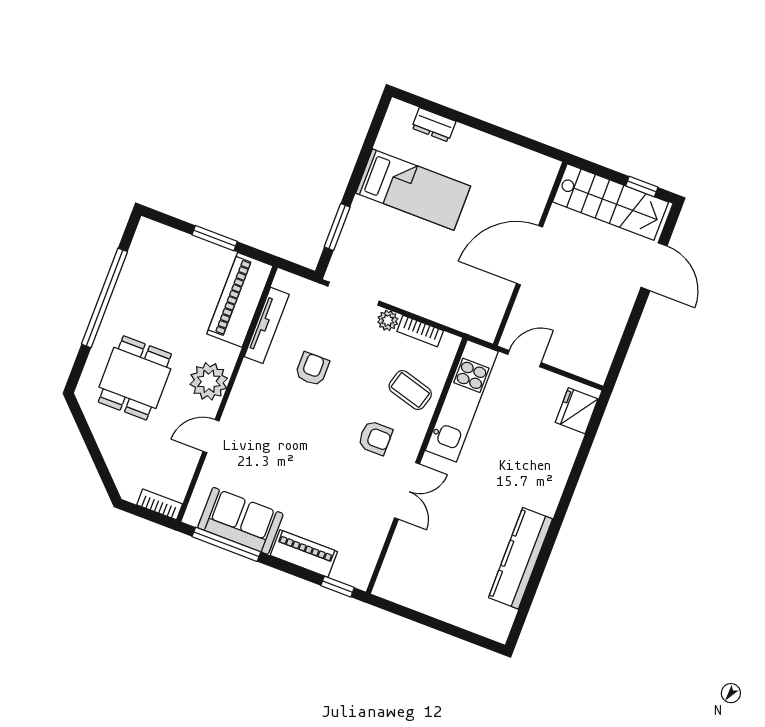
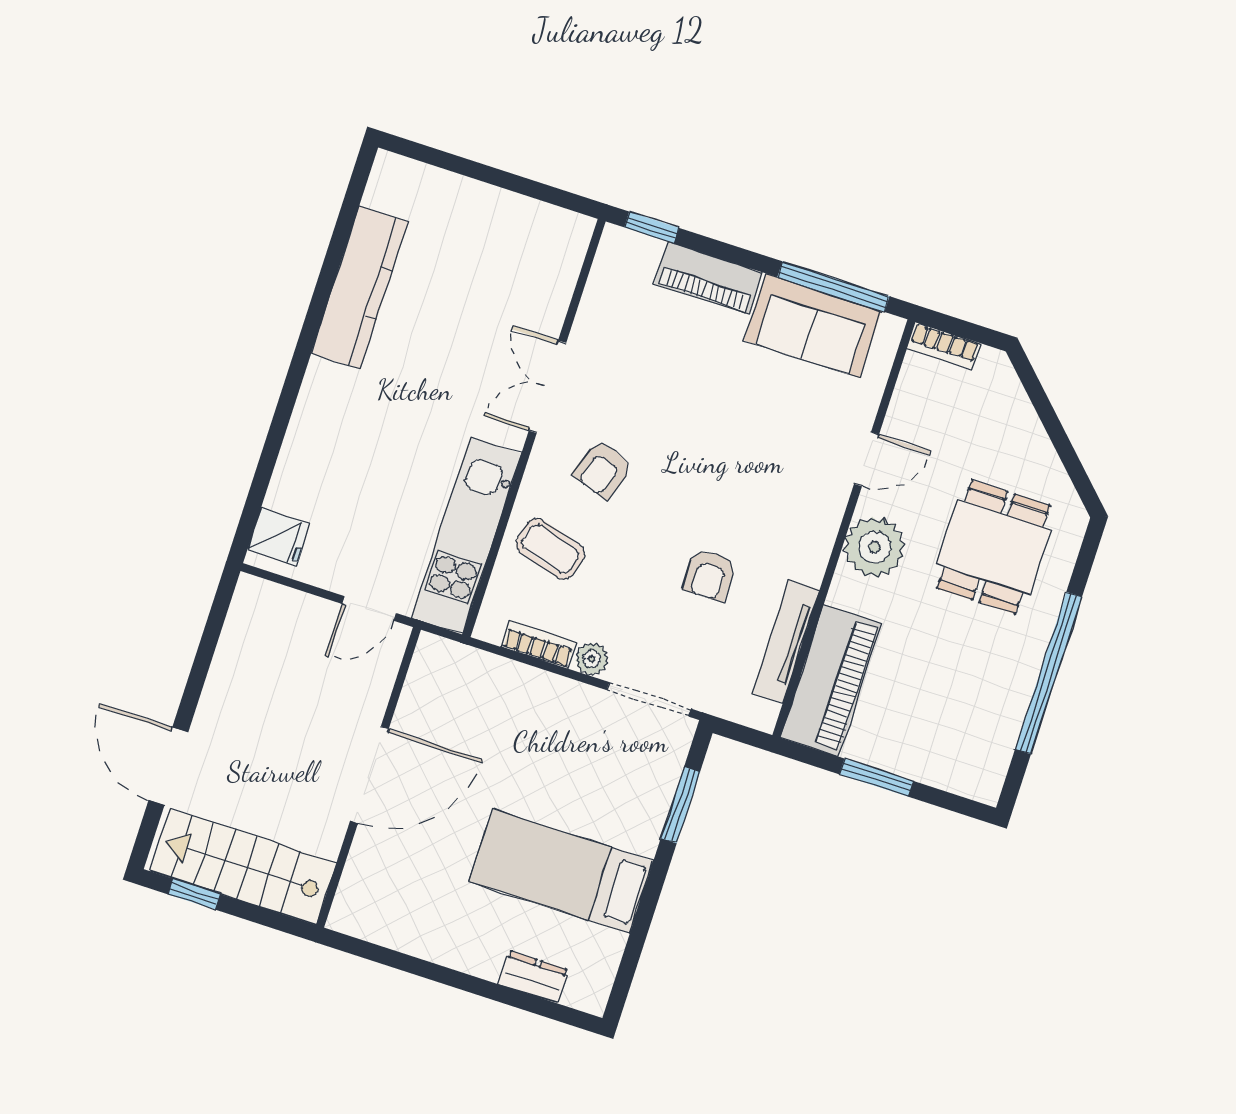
fridge: (577, 411) -> (279, 537), width x0.72
armchair: (375, 438) -> (603, 470), turned -71

